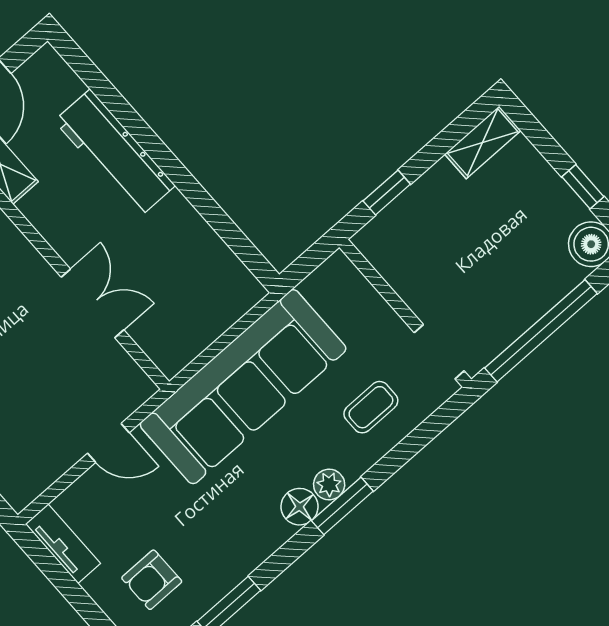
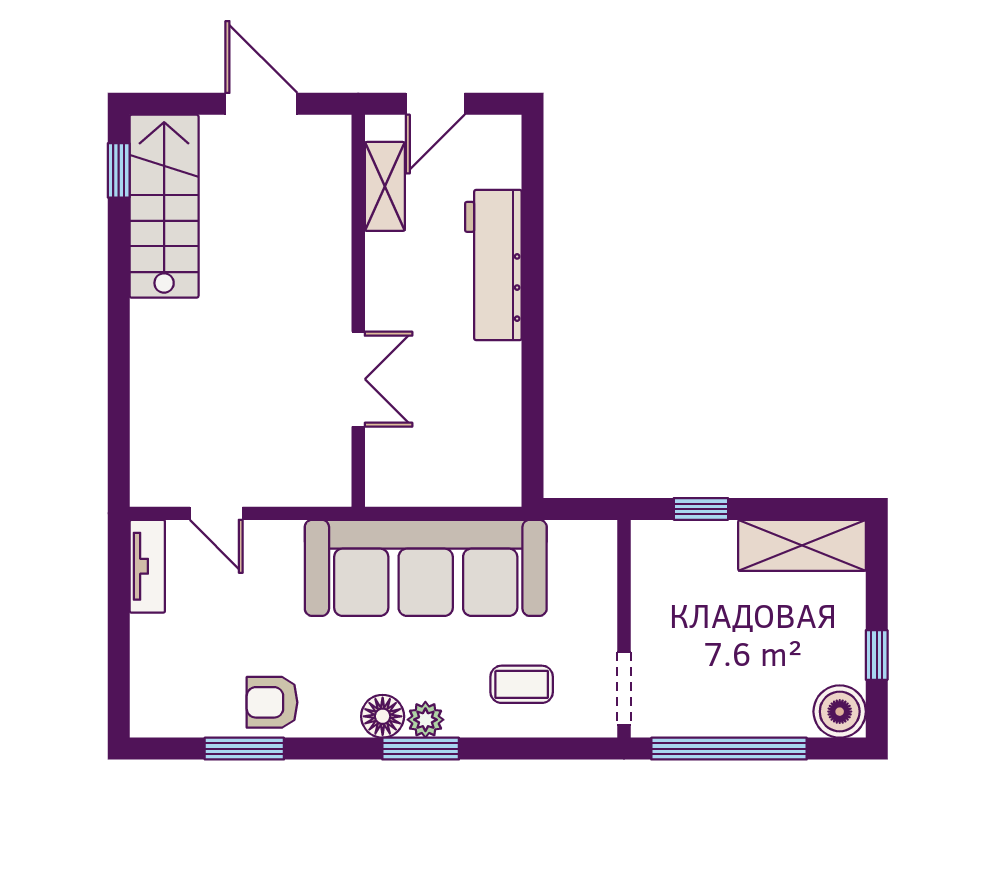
shelving: (483, 142) -> (802, 545), width x1.50, depth x1.33
door: (108, 443) -> (216, 513), moved
armchair: (152, 580) -> (272, 702), moved

